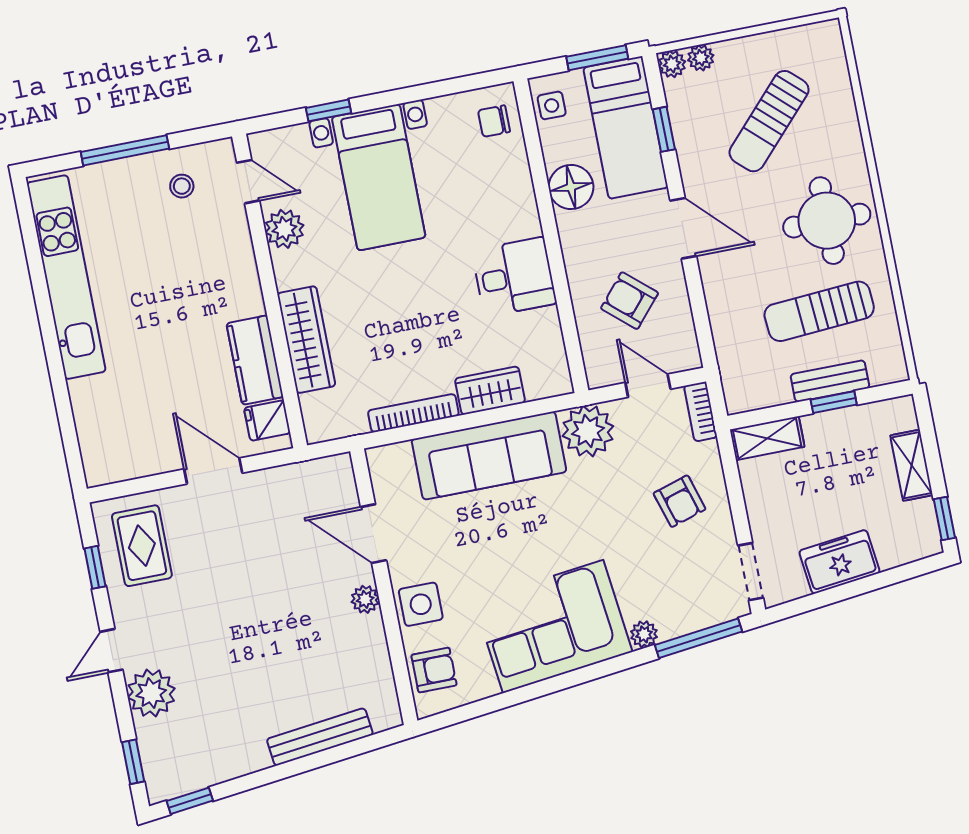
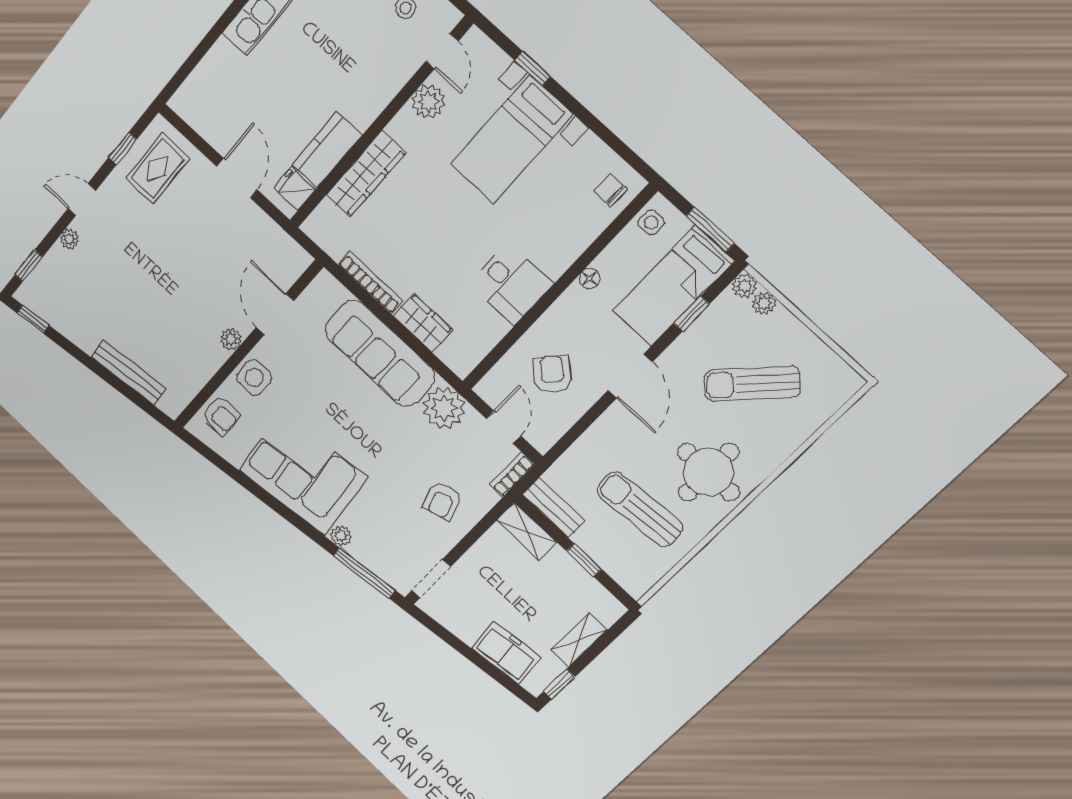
floor lamp: (571, 187) -> (590, 278), width x0.53, depth x0.53
bench: (830, 381) -> (554, 508), moved
freezer: (839, 562) -> (506, 653), moved
plant: (151, 693) -> (70, 239), width x0.53, depth x0.53

